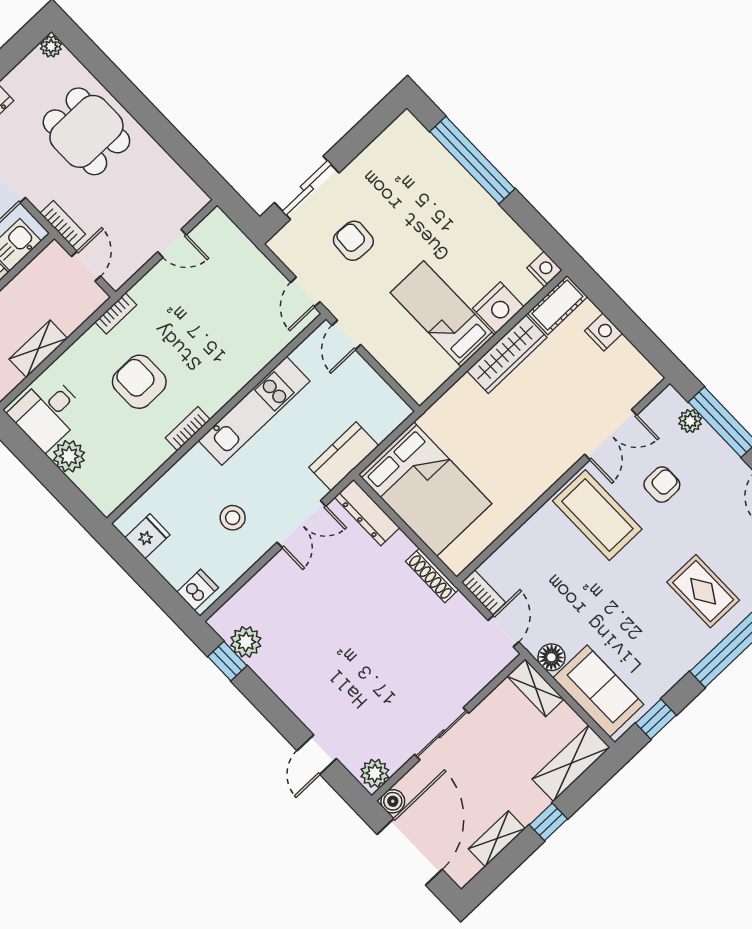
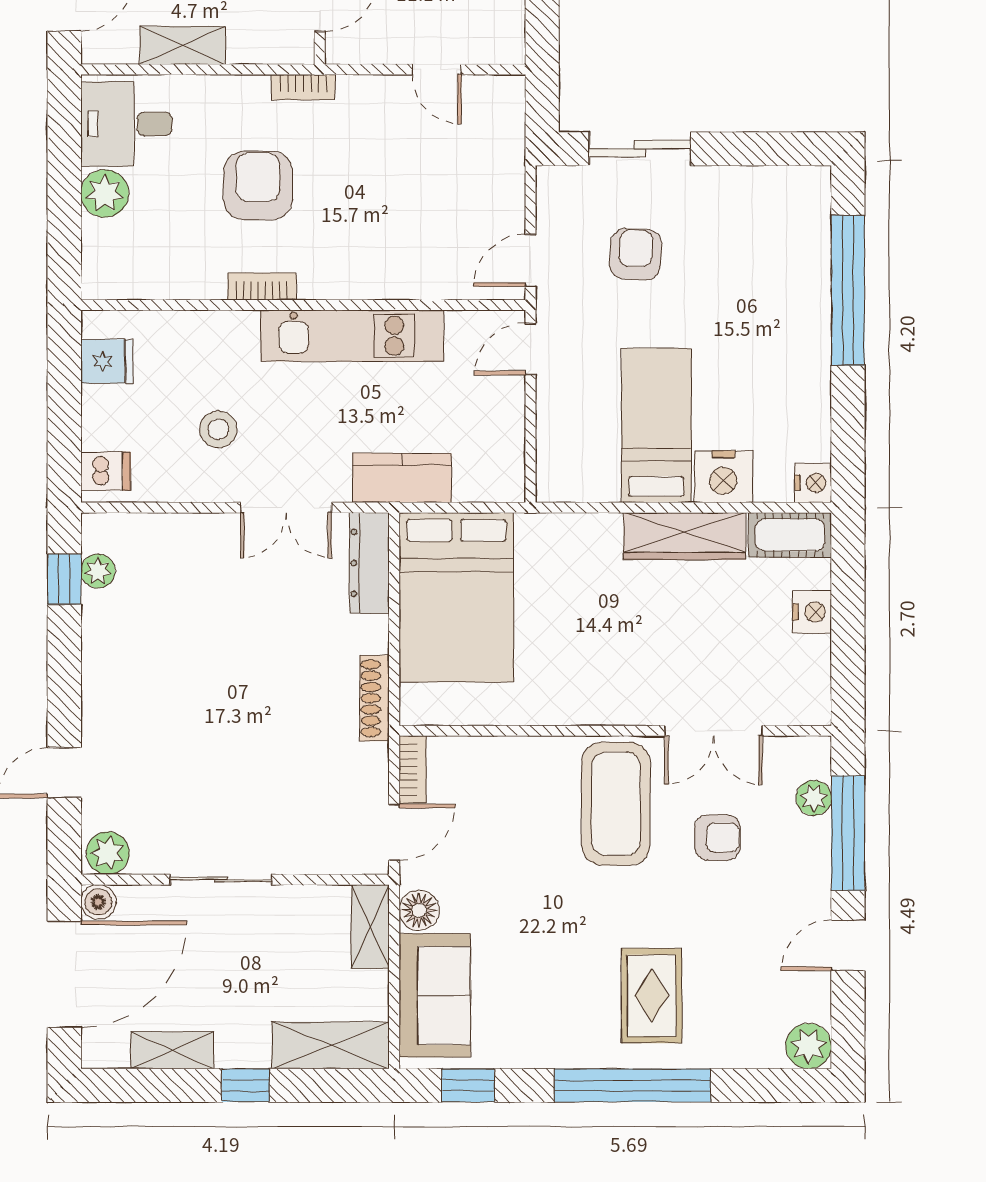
plant: (246, 642) -> (98, 571), width x0.73, depth x0.73

